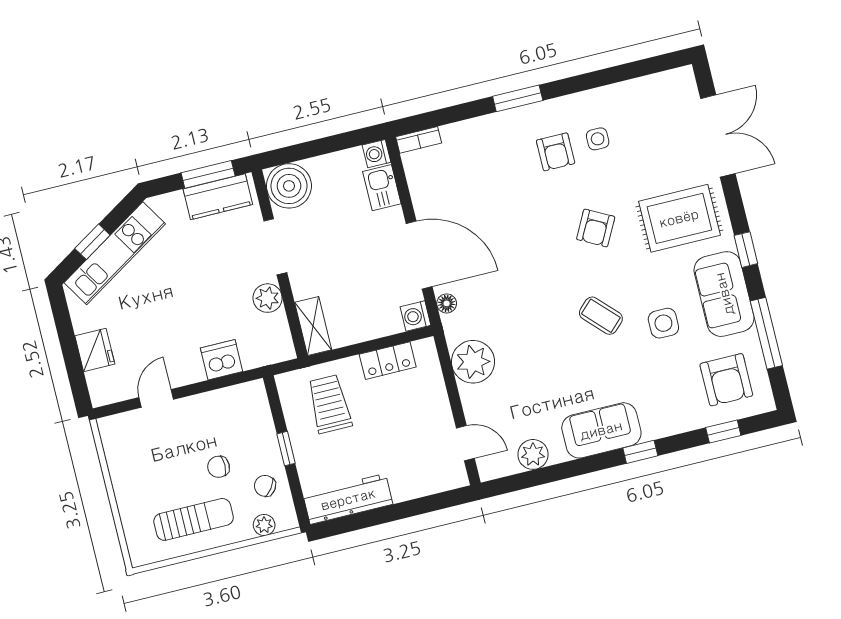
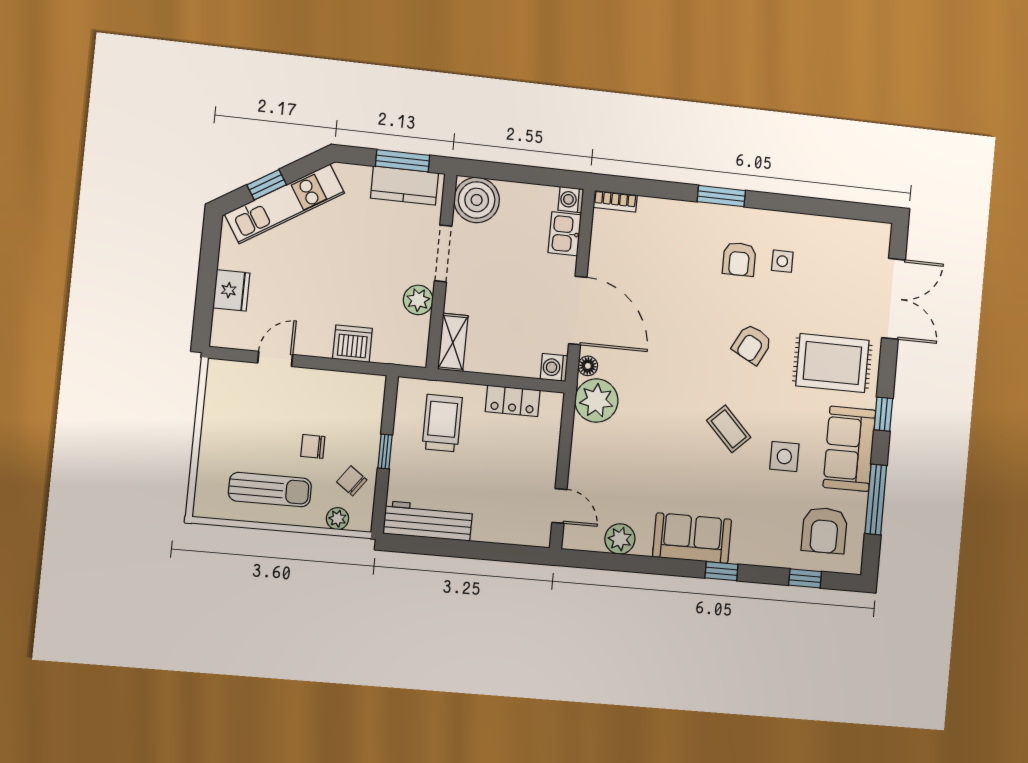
plant: (473, 362) -> (596, 401), moved

